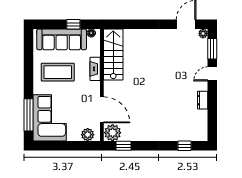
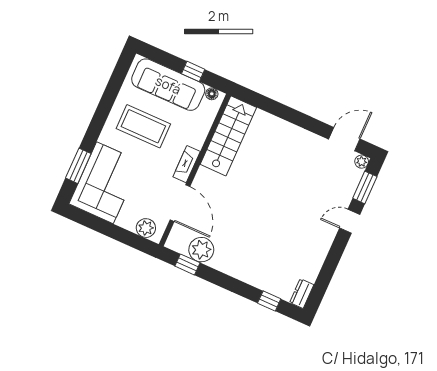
fireplace: (95, 69) -> (187, 164), moved
dresser: (203, 100) -> (302, 294), moved
window: (28, 115) -> (78, 166), width x0.69
plant: (113, 133) -> (201, 250), moved

